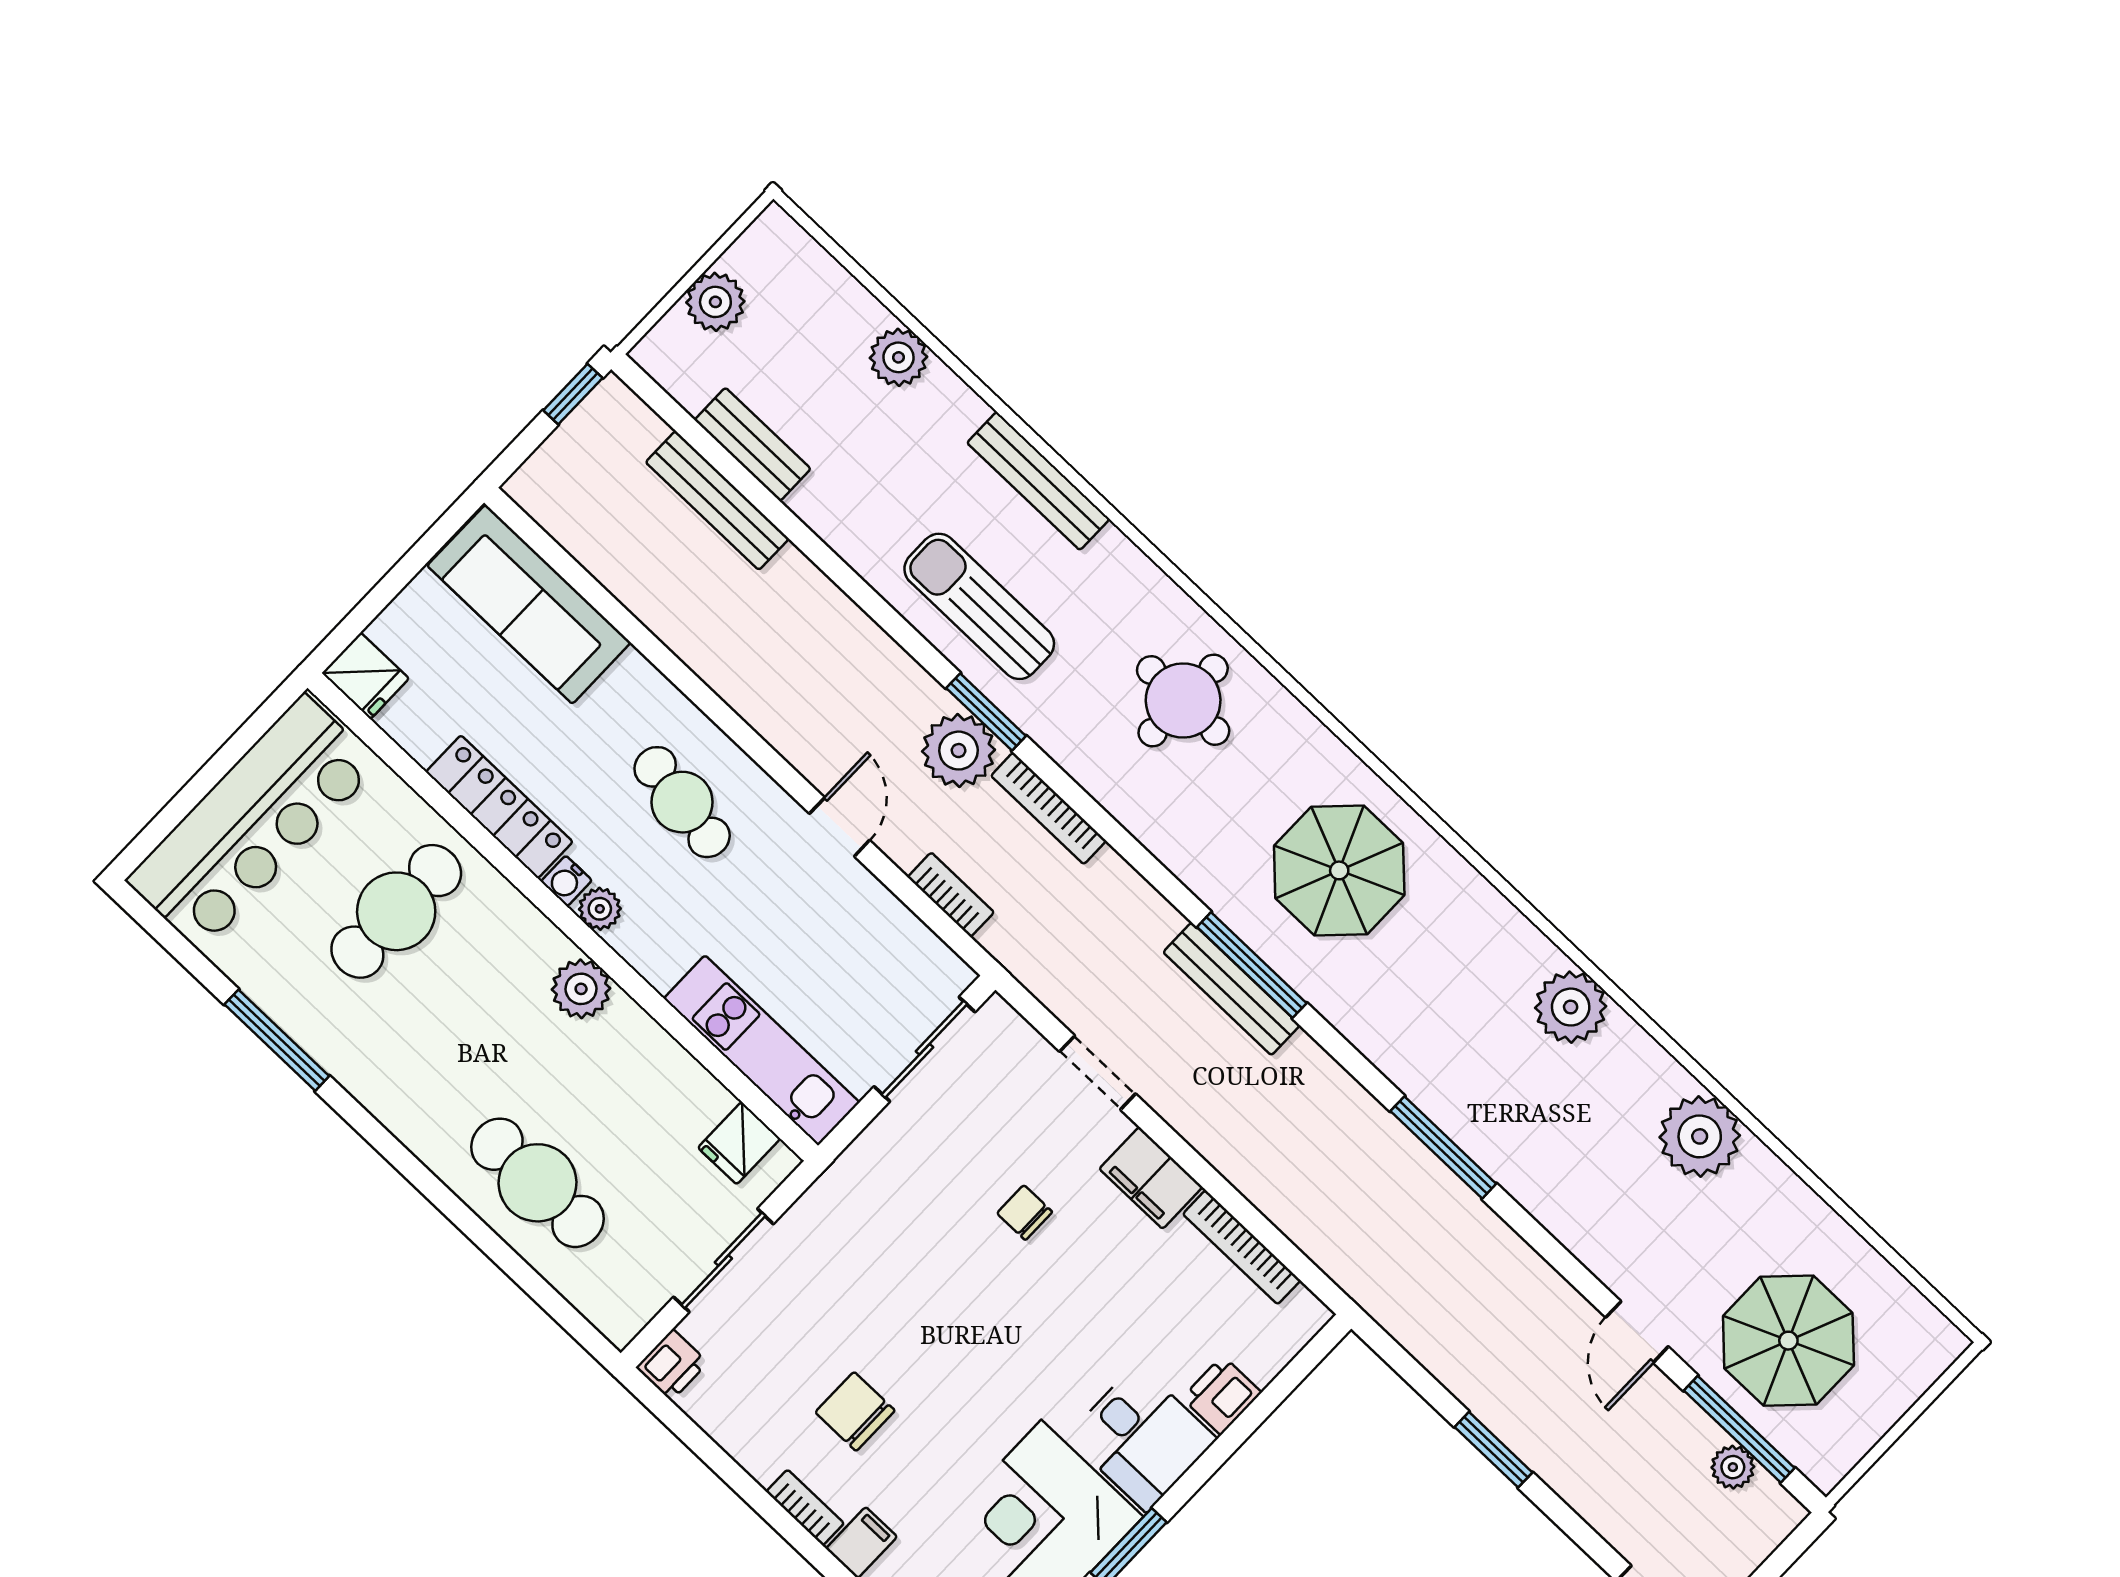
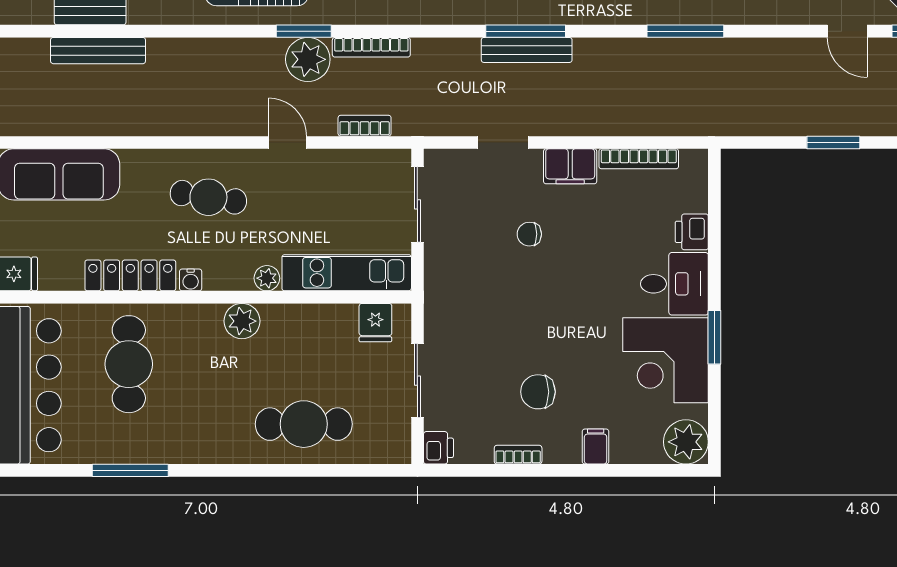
plant: (600, 909) -> (267, 278), moved
bookcase: (805, 1508) -> (518, 455), moved

